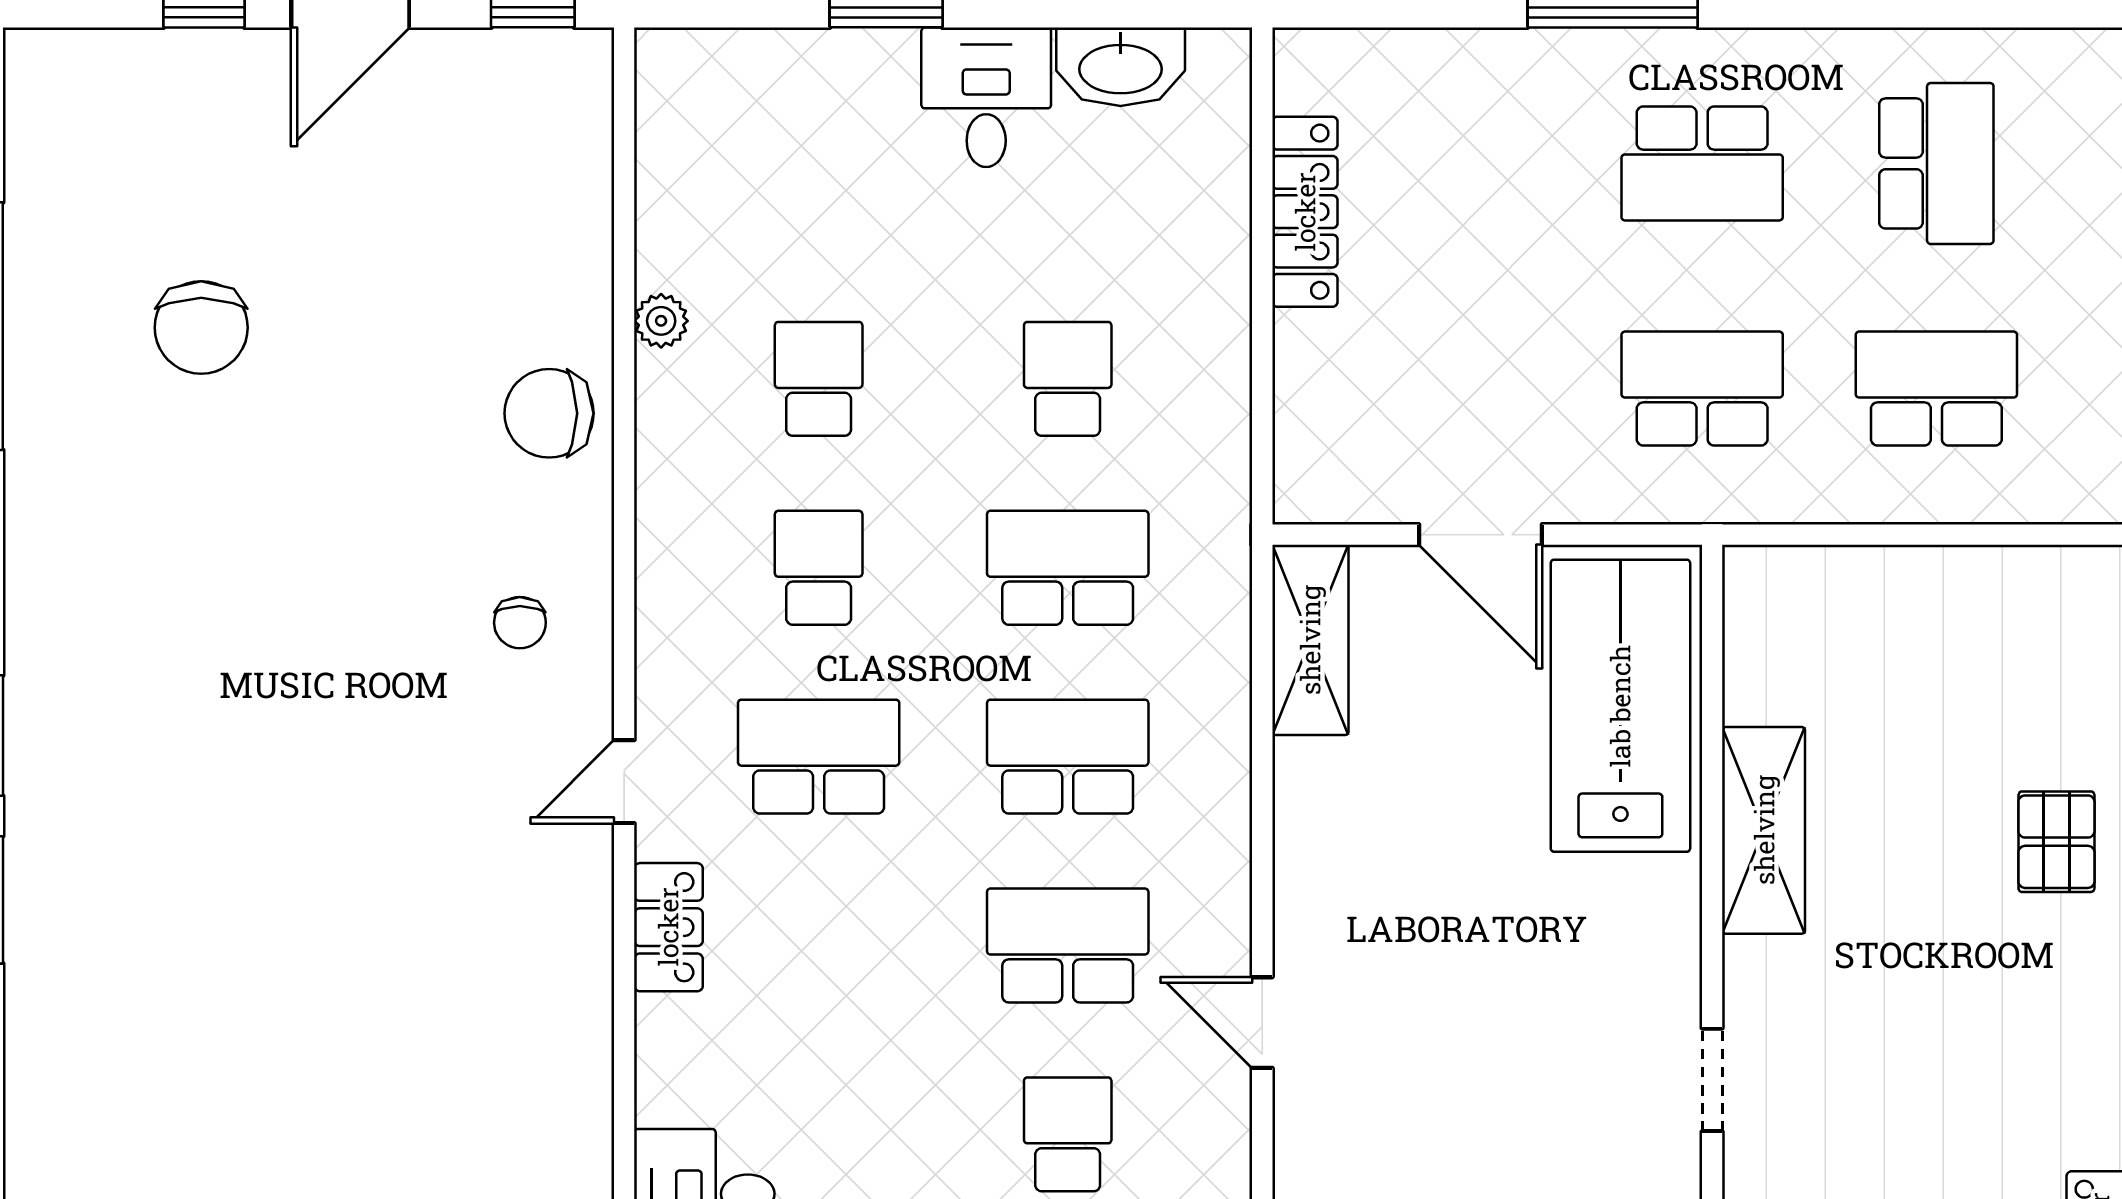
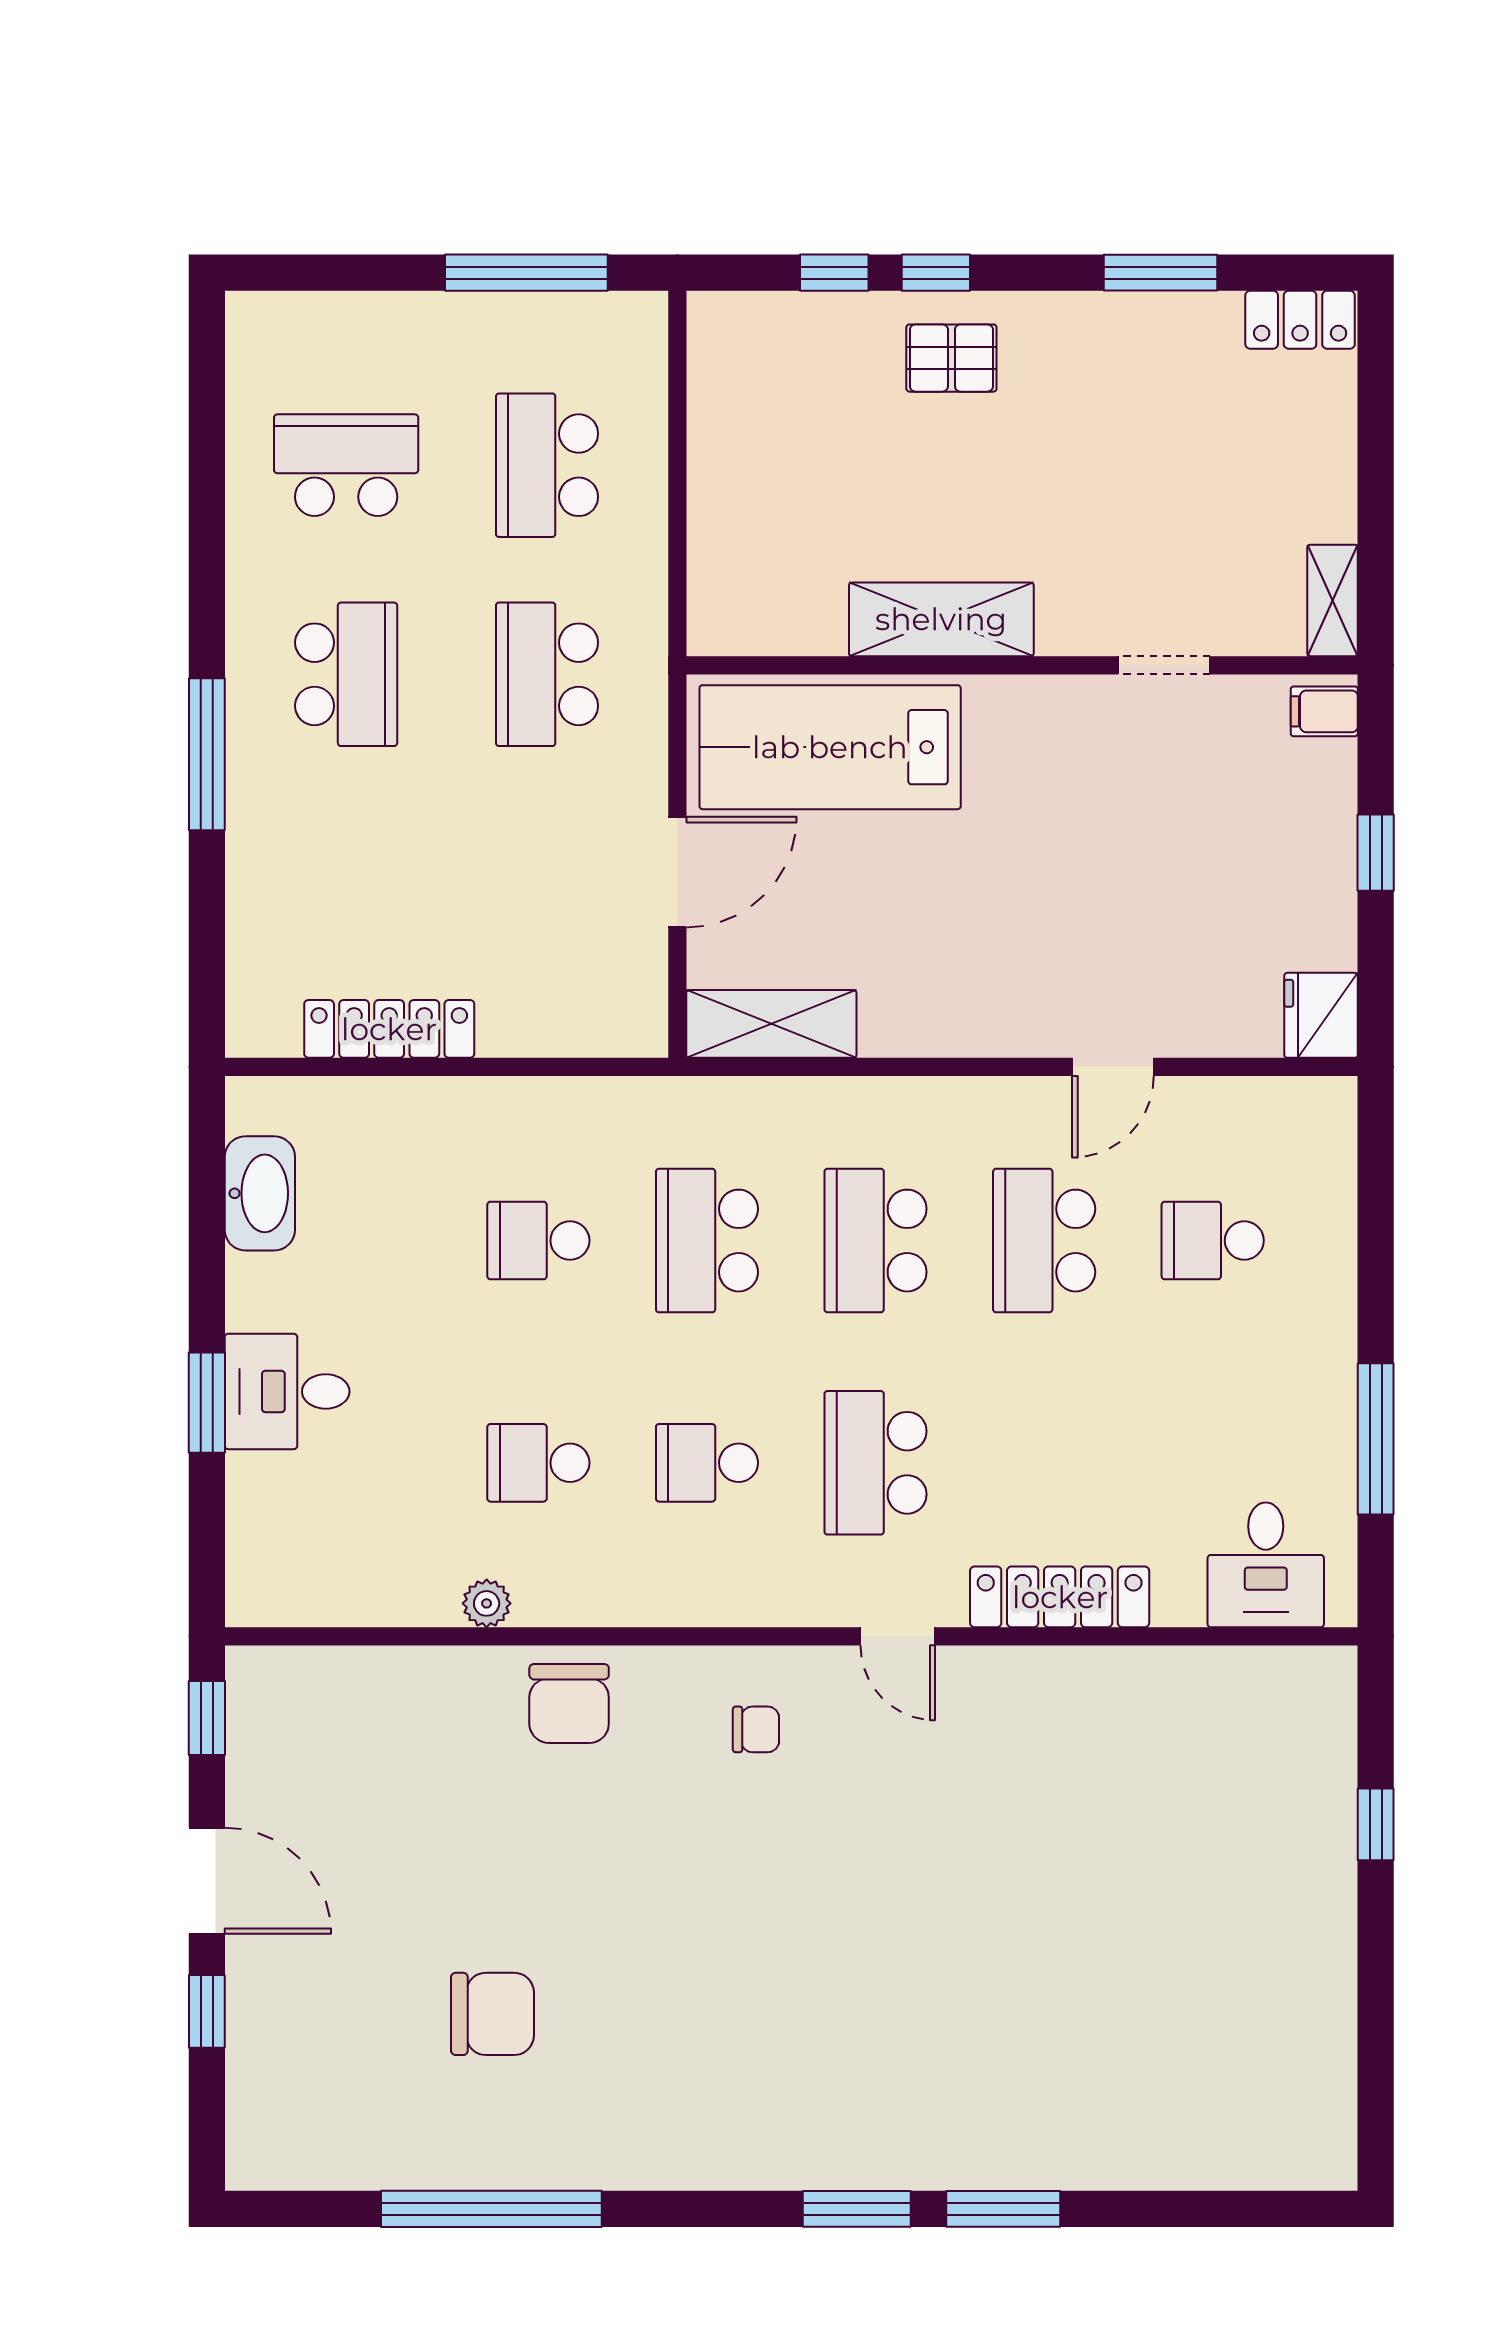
desk: (986, 97) -> (287, 1391), moved
locker: (668, 927) -> (1060, 1597), width x1.53

